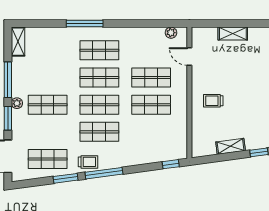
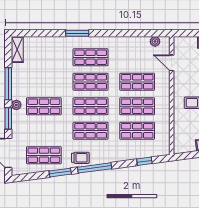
window: (85, 24) -> (77, 33), width x0.69
shop shelf: (151, 132) -> (137, 131), added
window: (171, 164) -> (144, 161), moved

